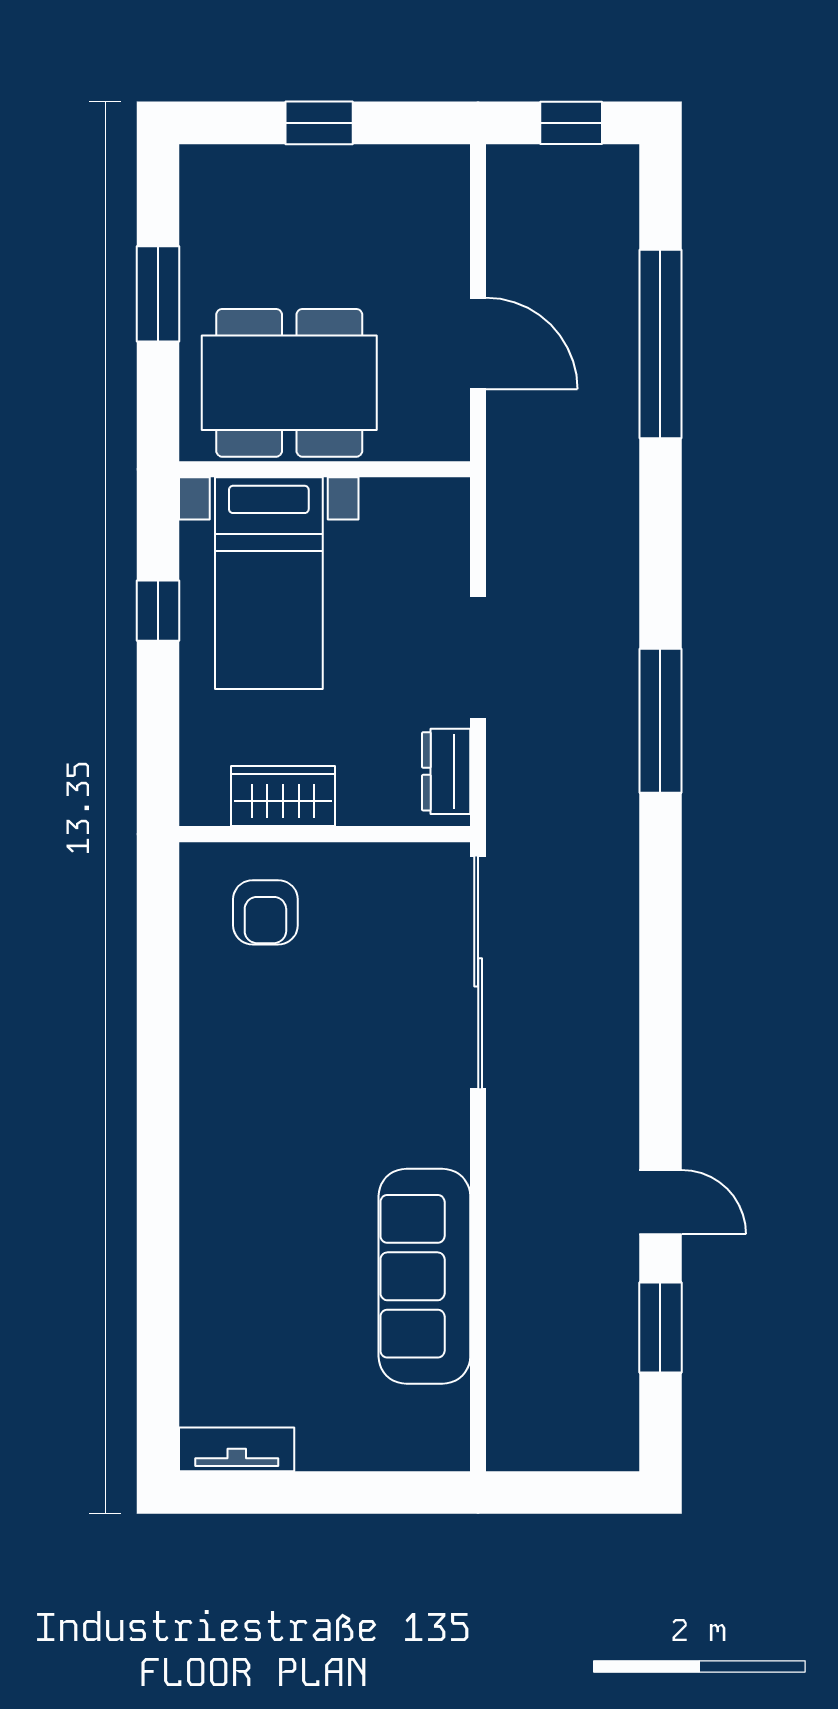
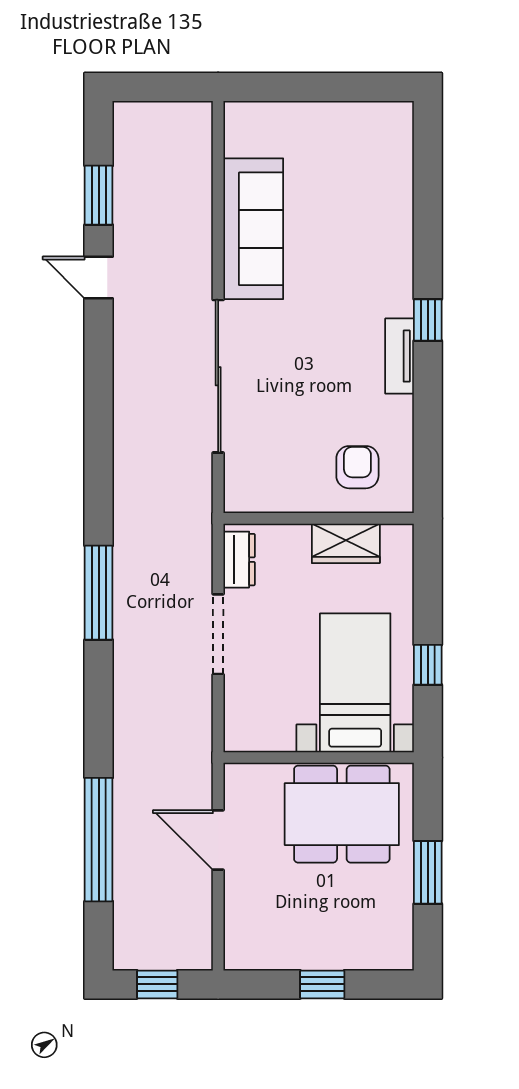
sliding door: (478, 972) -> (218, 376), moved
window: (158, 1137) -> (428, 320), added
tv unit: (237, 1449) -> (400, 356), moved, turned 90

